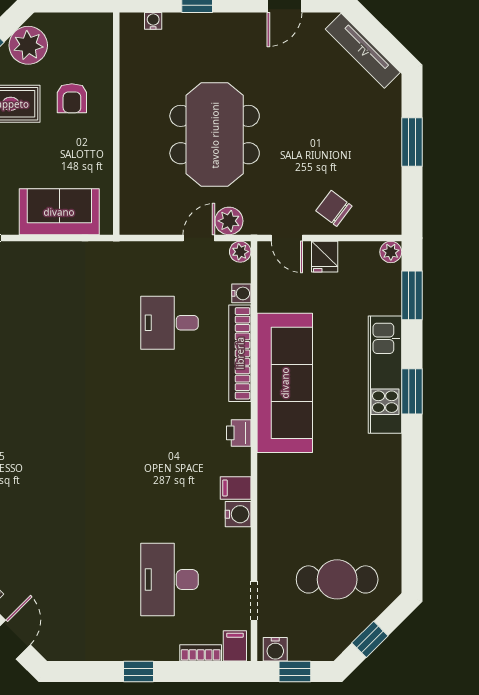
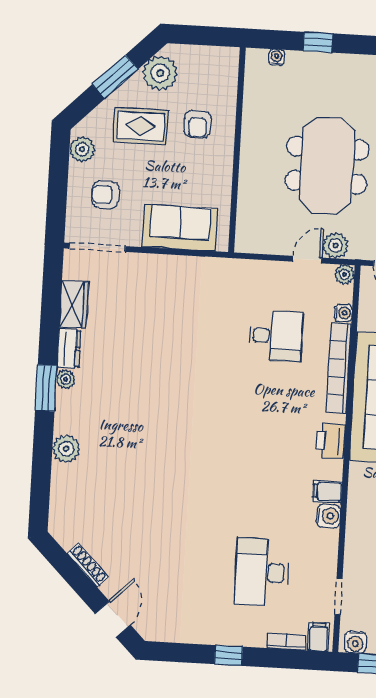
desk: (169, 323) -> (275, 336), turned 180
printer: (239, 433) -> (331, 441), width x1.36, depth x1.24

